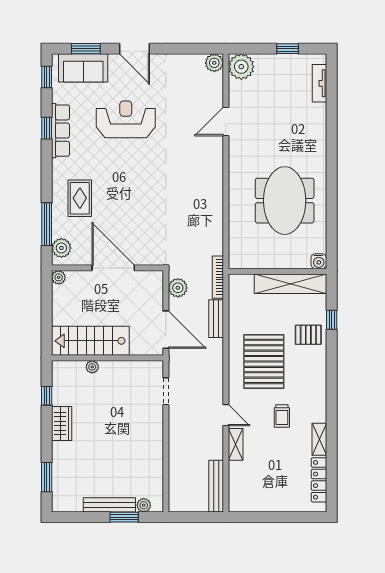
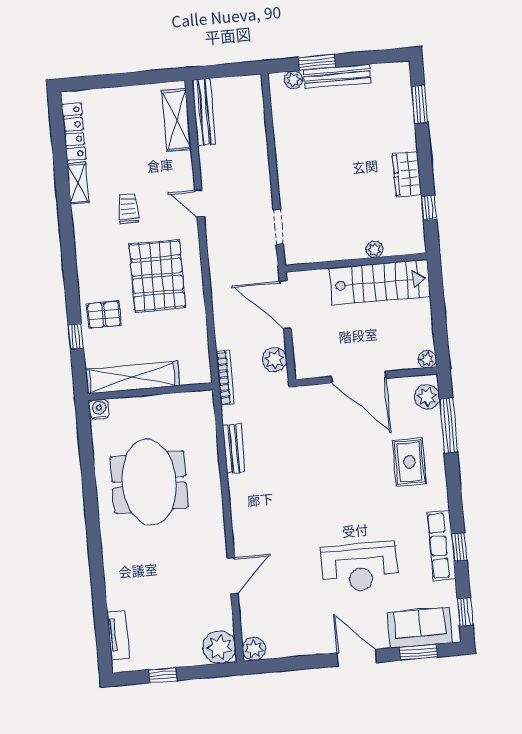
bench: (216, 319) -> (234, 449), moved
shelving: (236, 444) -> (176, 120), moved, width x1.50, depth x1.33

